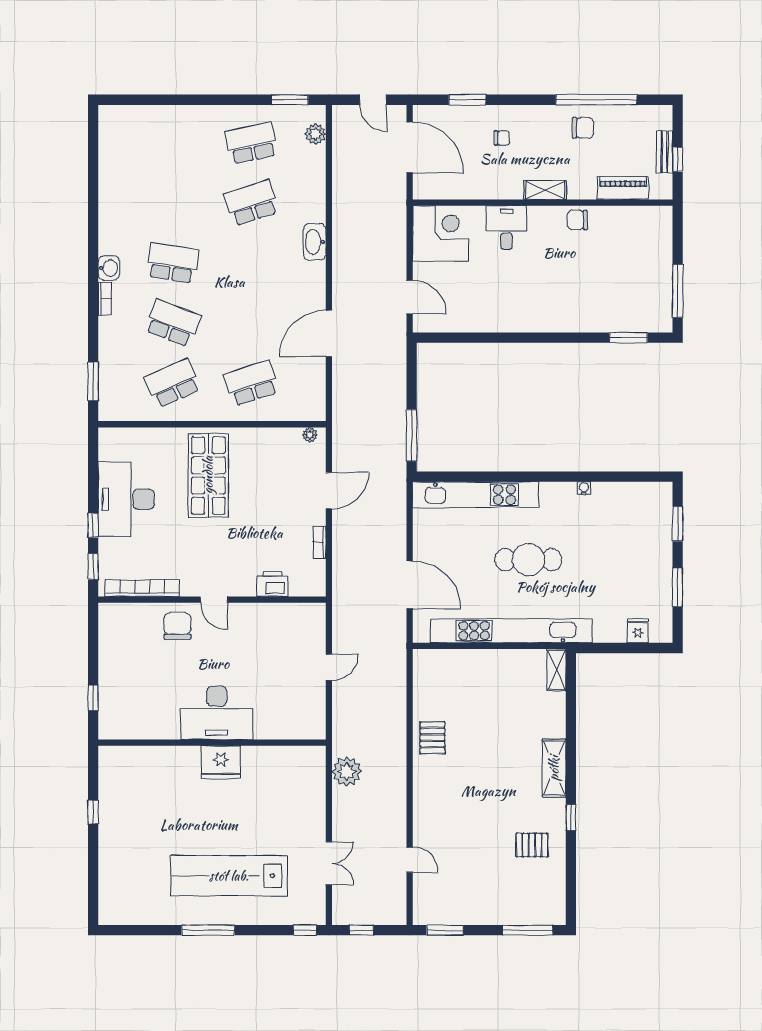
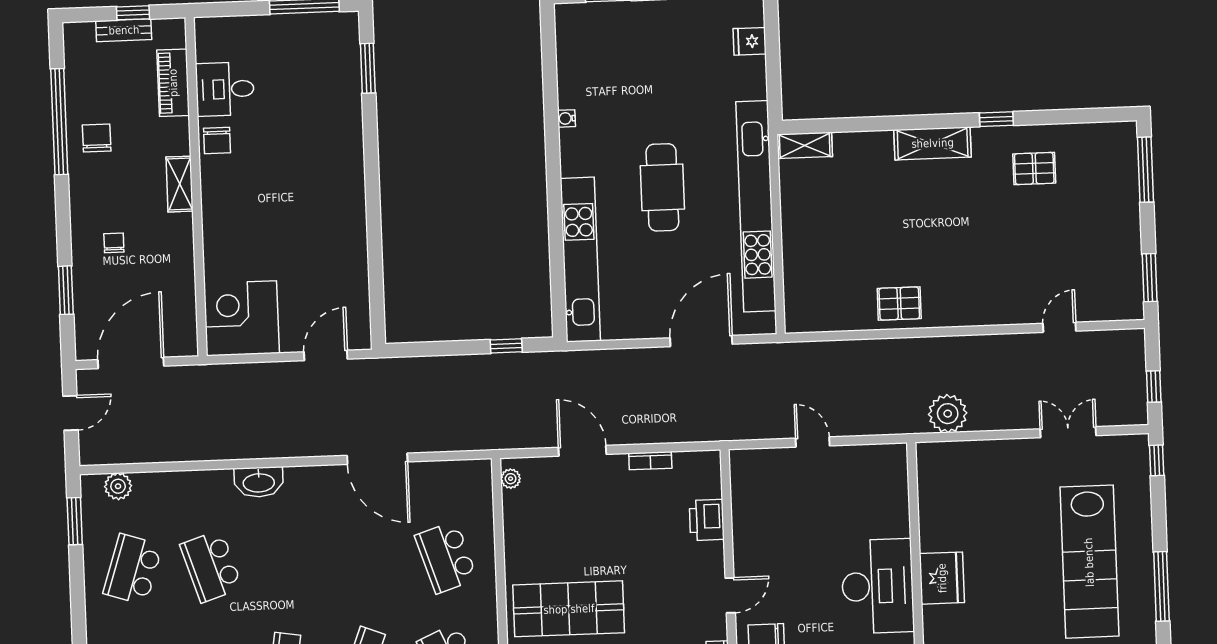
school desk: (251, 143) -> (133, 569), turned 30
desk: (506, 227) -> (225, 89), moved
window: (412, 435) -> (506, 346), width x0.46
pallet: (532, 845) -> (1034, 169), turned 90

